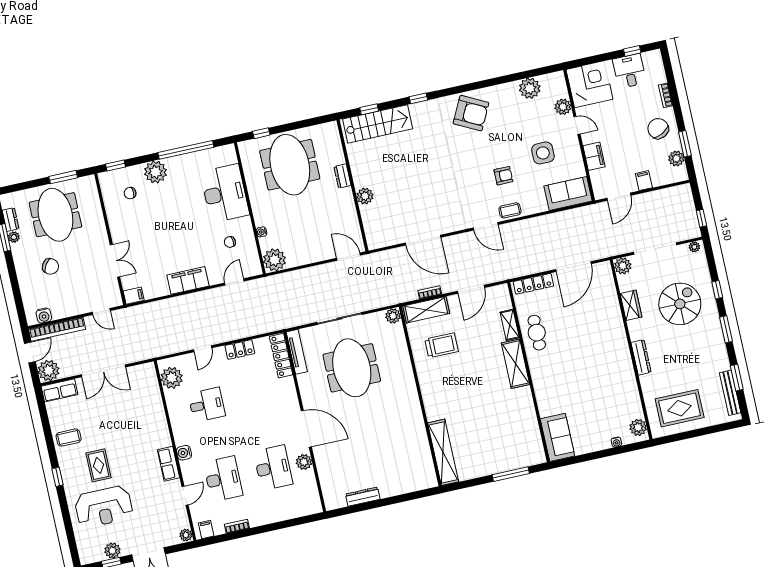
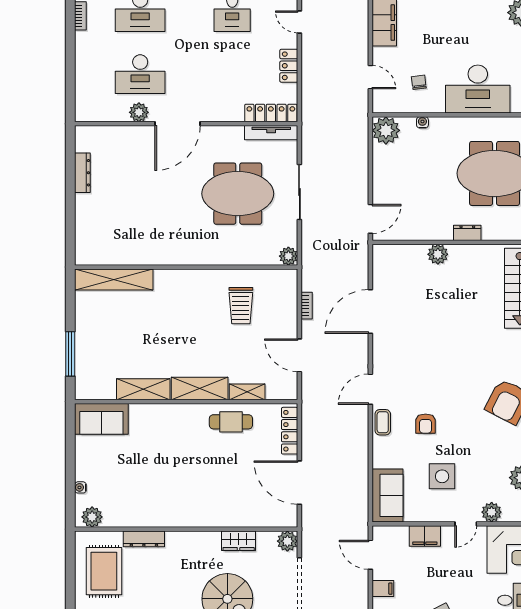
shelving: (426, 310) -> (143, 389), moved, turned 90
dresser: (641, 357) -> (144, 539), moved

